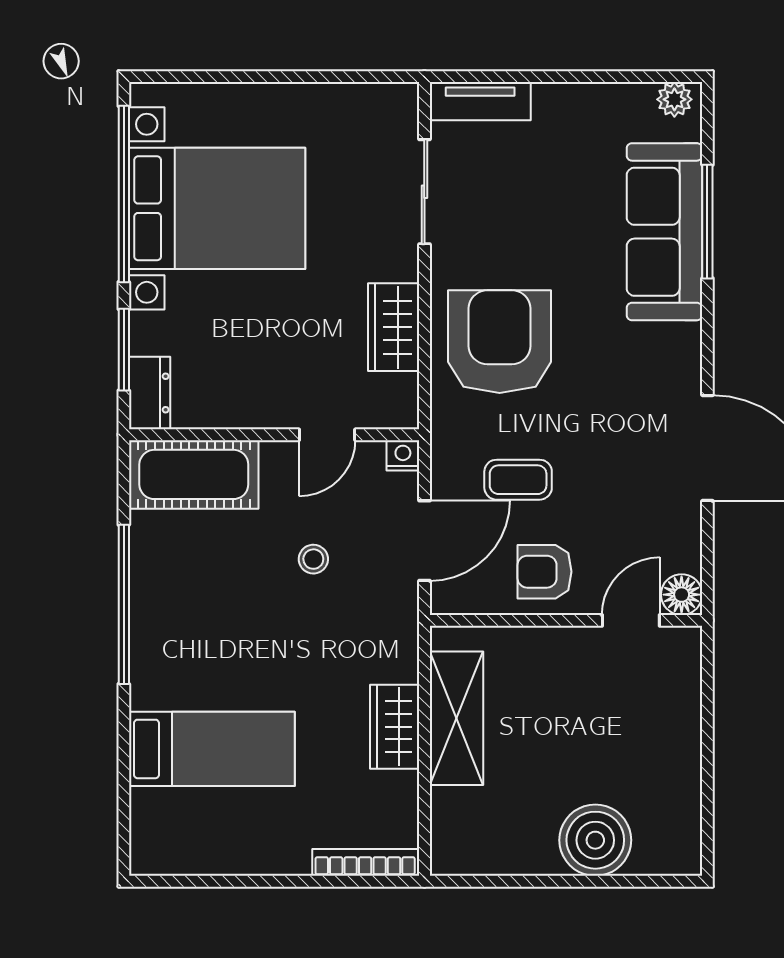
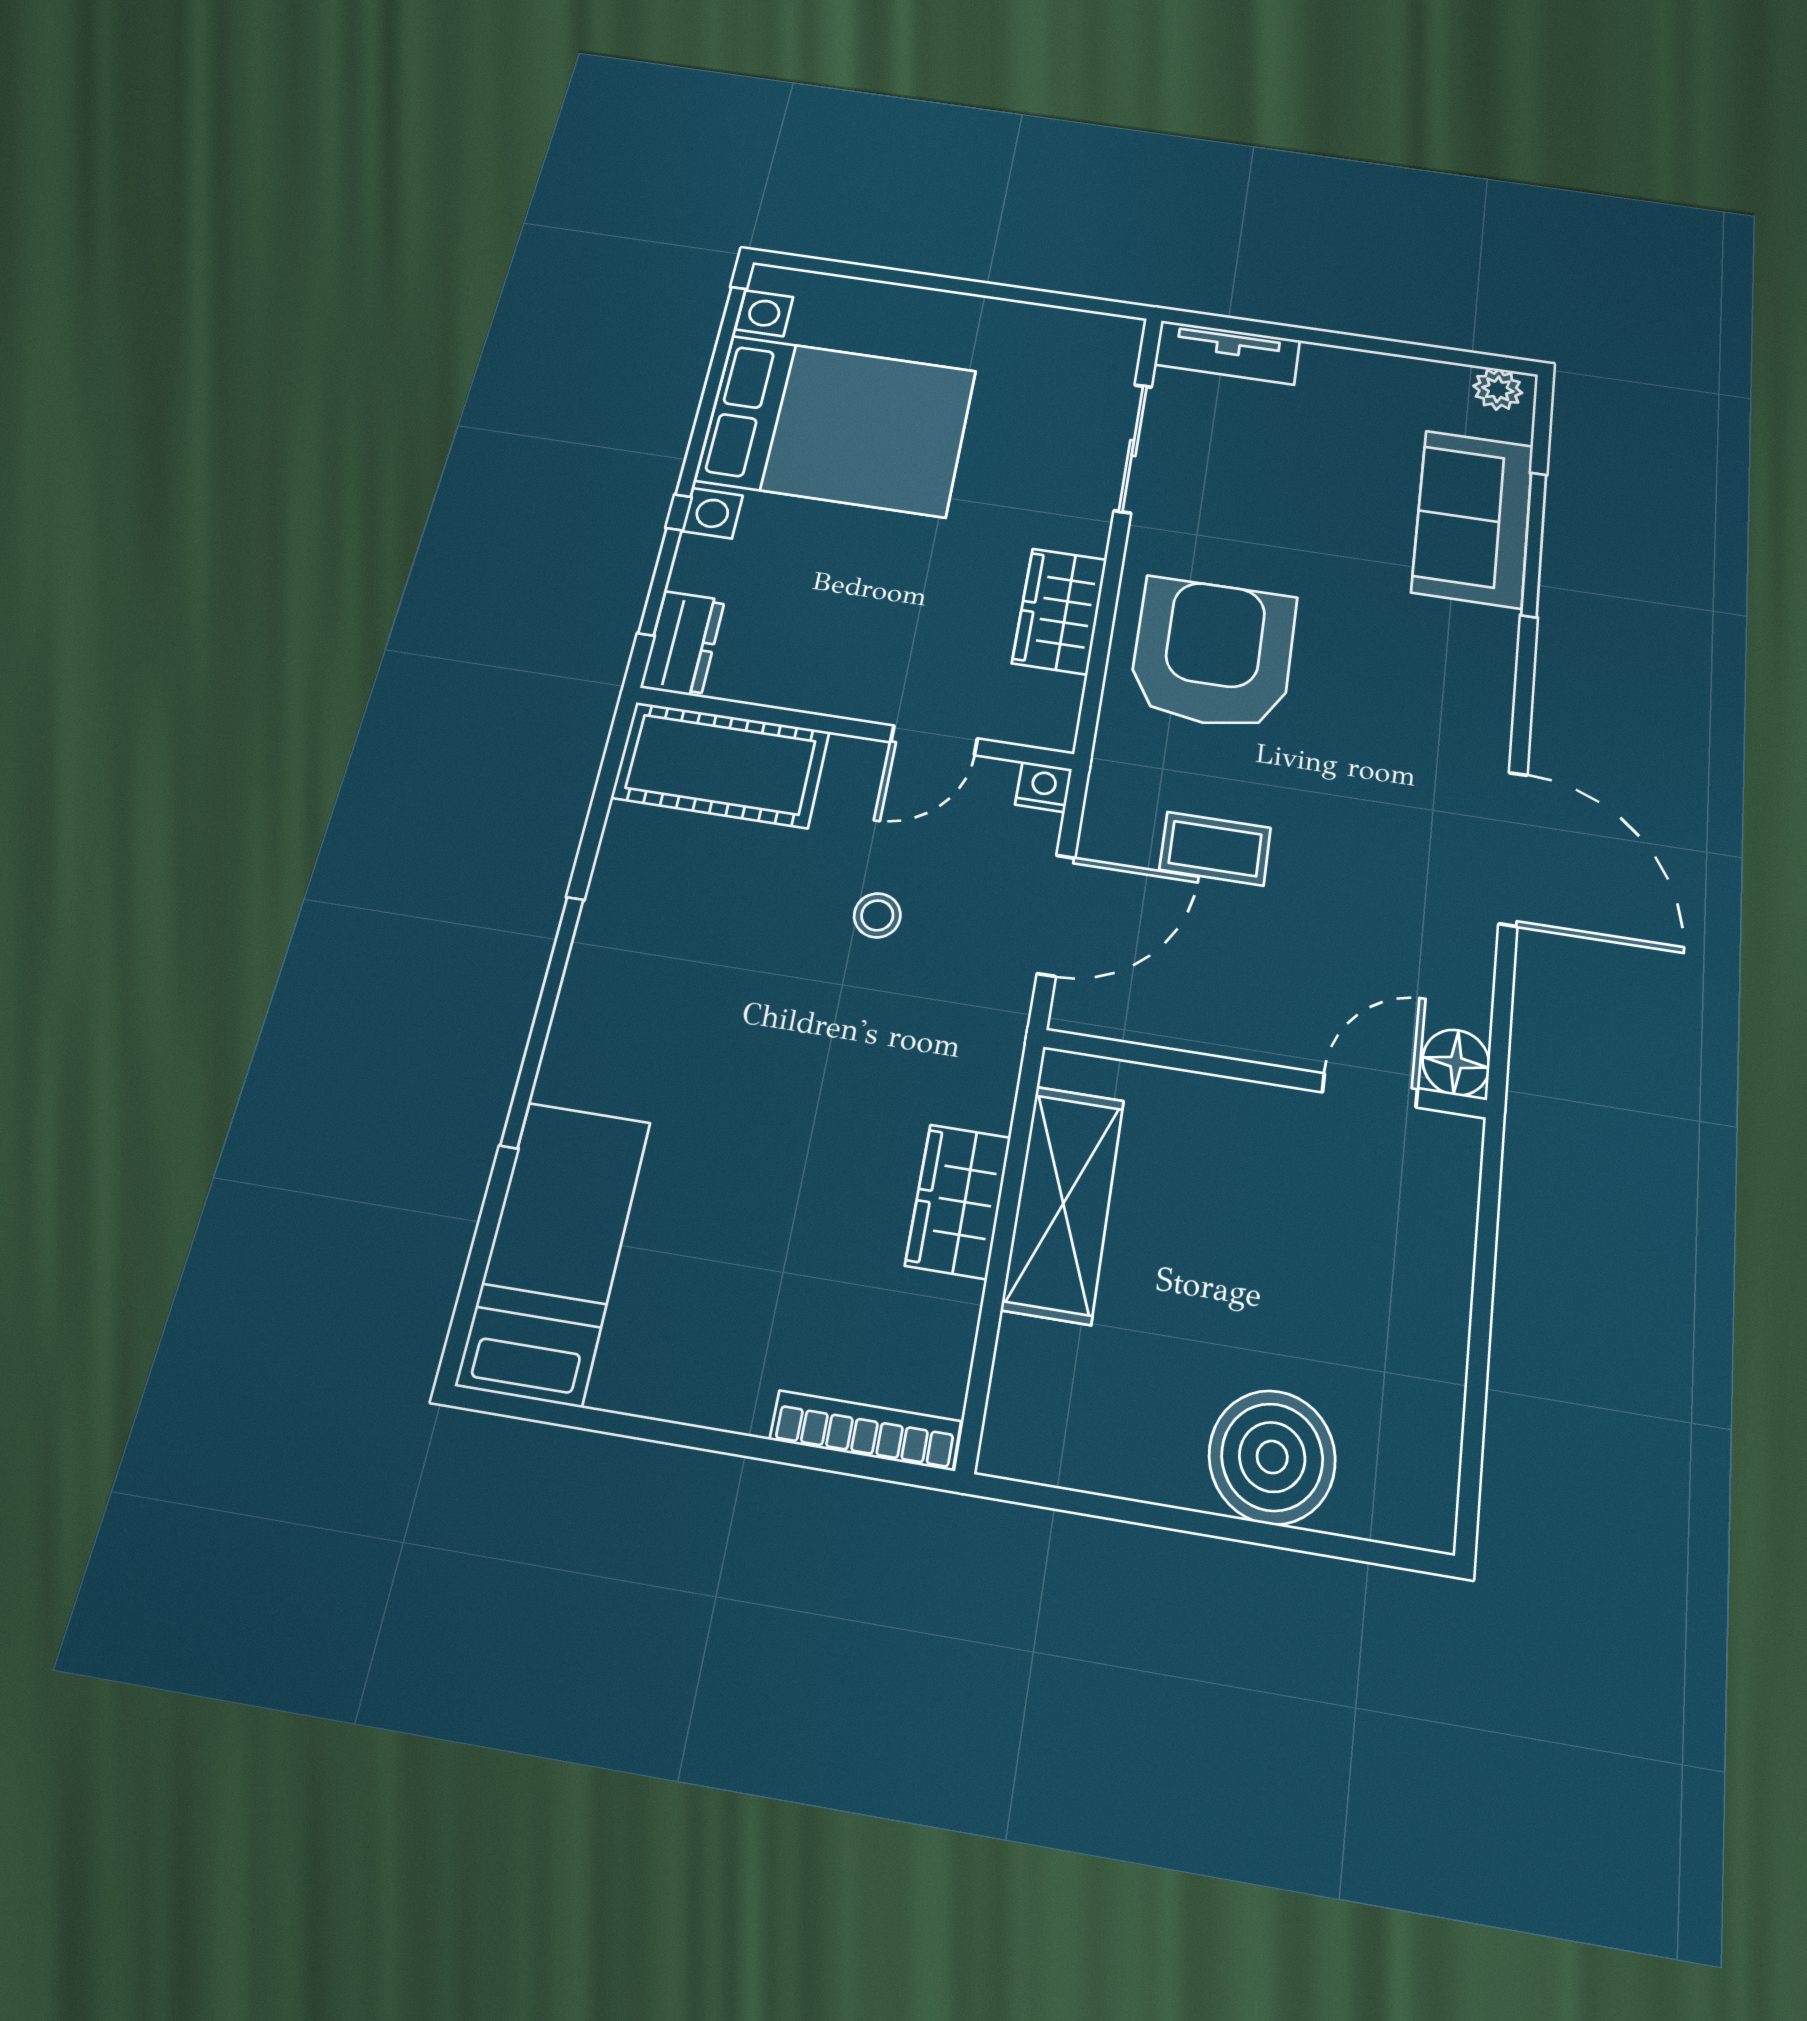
sofa: (664, 232) -> (1473, 518), width x0.73
armchair: (545, 572) -> (1239, 992), removed
window: (124, 604) -> (543, 1020), moved
bed: (212, 749) -> (555, 1251), moved, turned -90

